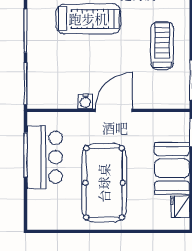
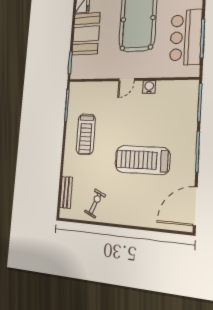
door: (114, 110) -> (127, 80), width x0.53

